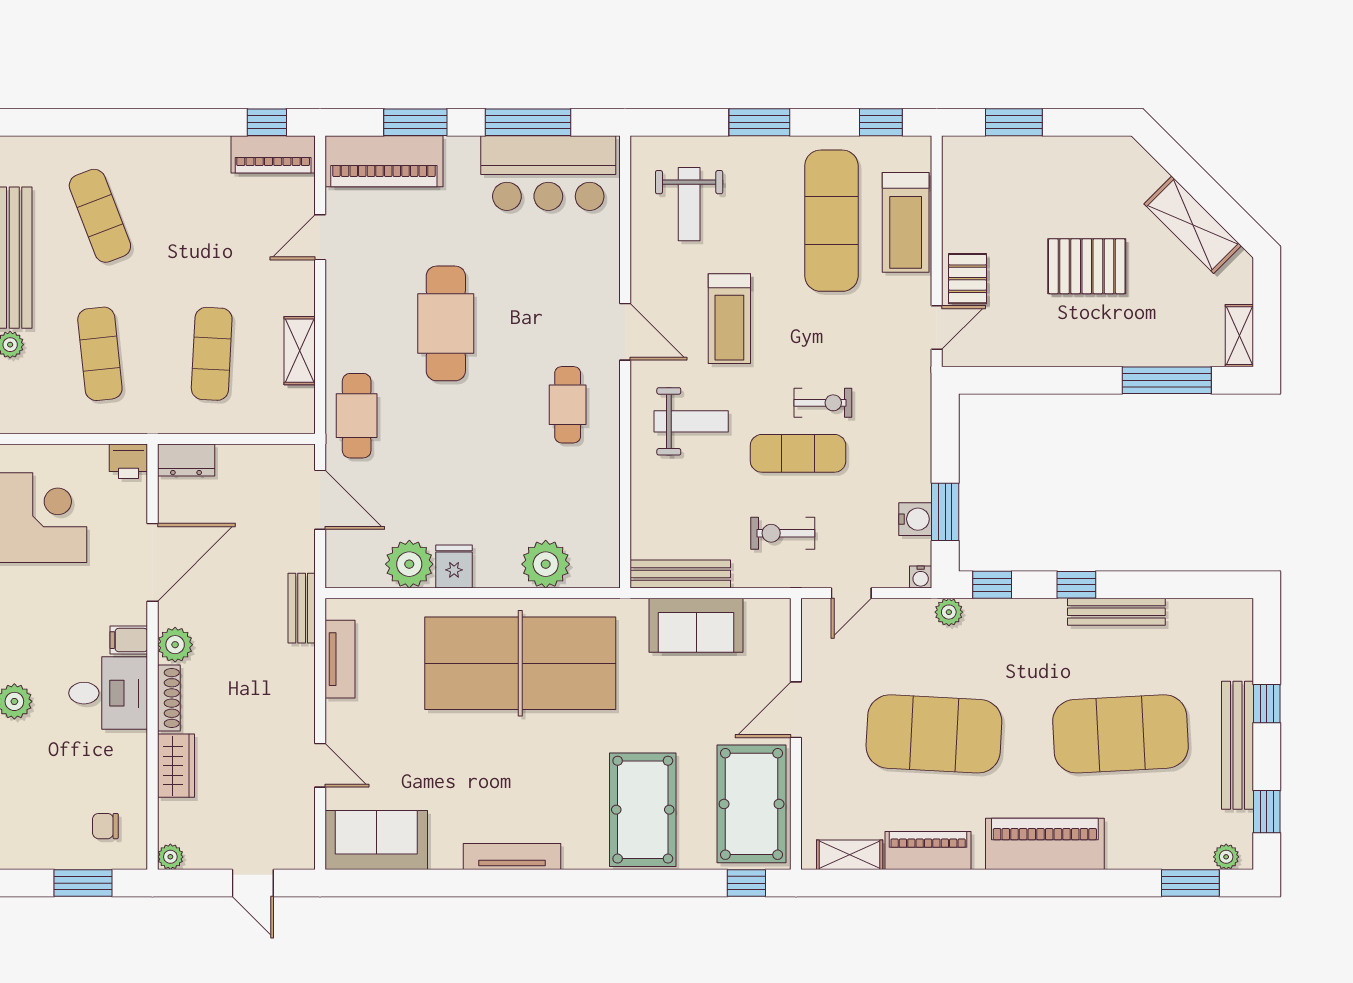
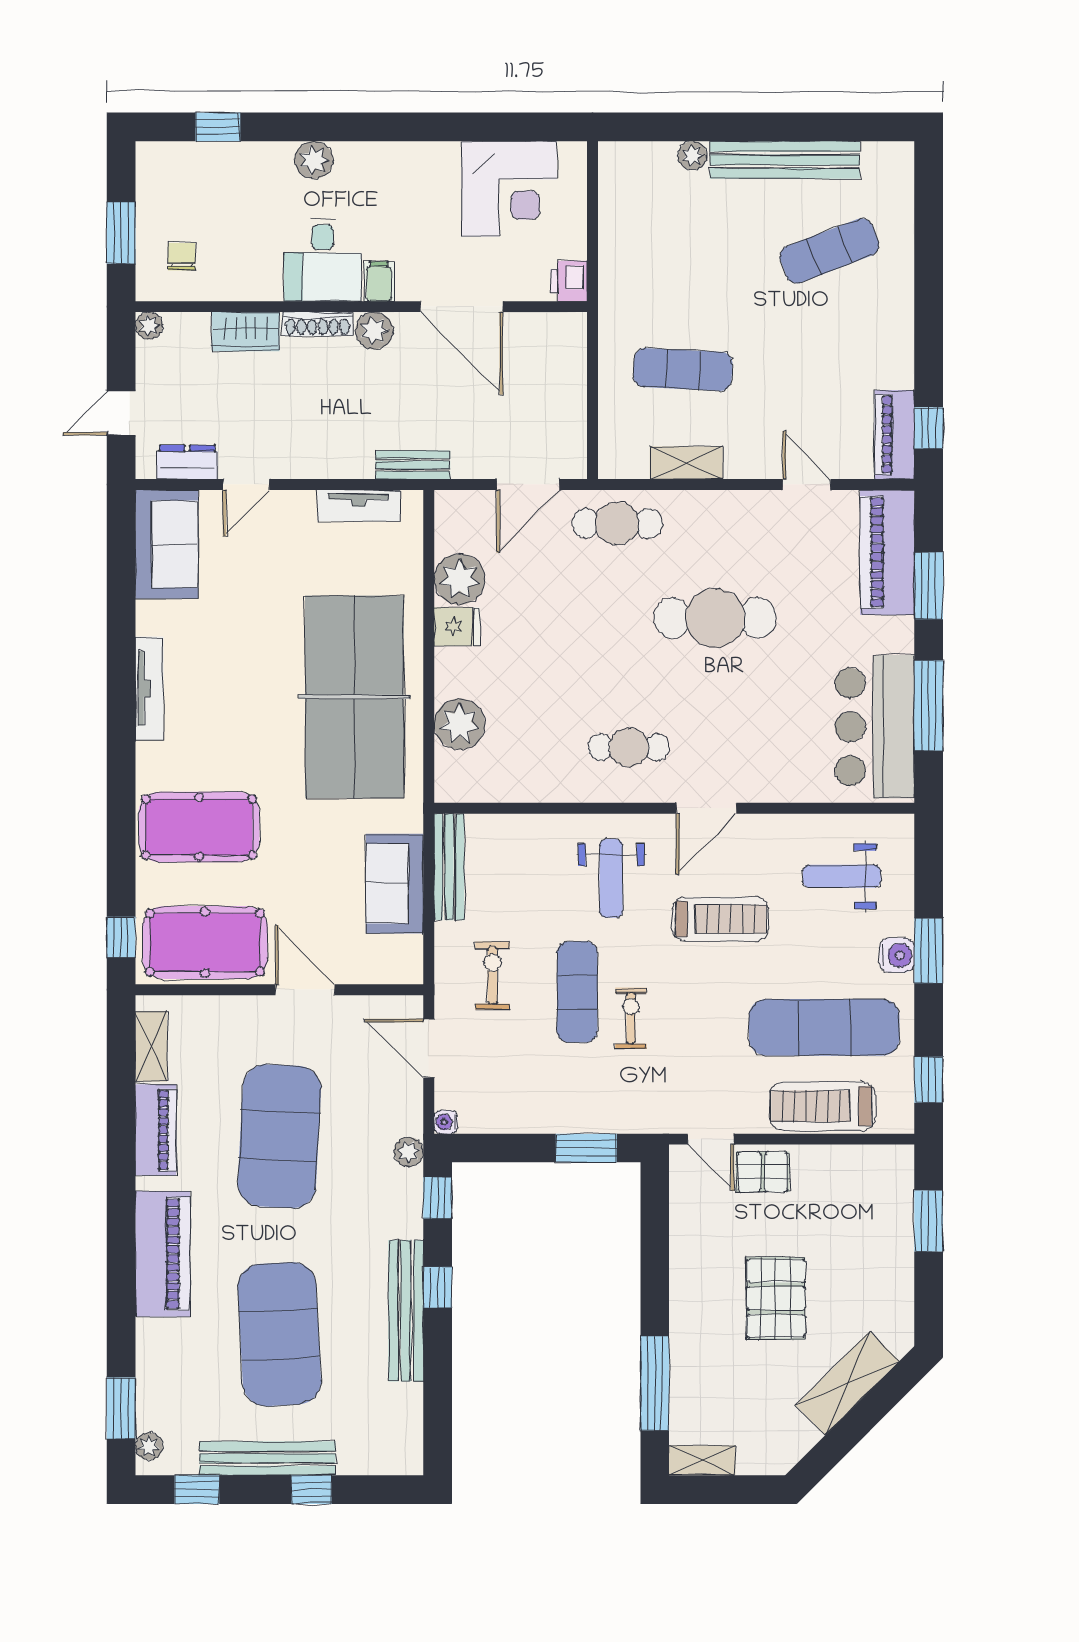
shelving: (1193, 225) -> (847, 1383), moved
treadmill: (729, 319) -> (720, 919), turned 180
exercise mat: (100, 354) -> (683, 251), removed
exercise bike: (823, 403) -> (631, 1018), turned 180
dresser: (186, 460) -> (187, 462), moved, turned 90
window: (945, 512) -> (586, 1148), moved
water cooler: (915, 519) -> (897, 955), moved, turned -90
door: (851, 593) -> (429, 1048), width x1.38
bench: (1116, 612) -> (406, 1311), width x1.37, depth x1.21

